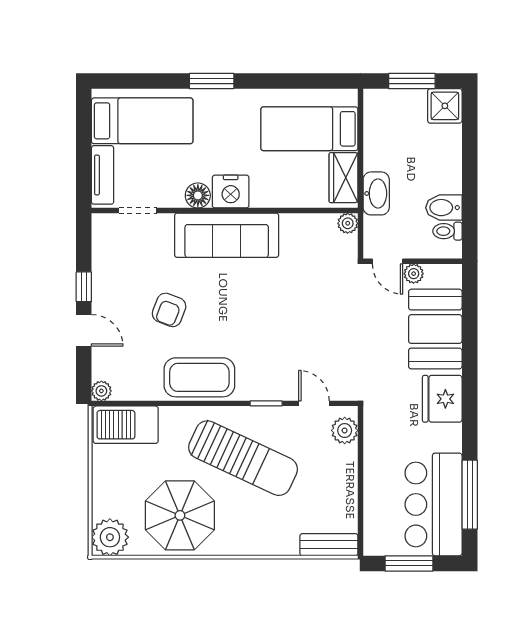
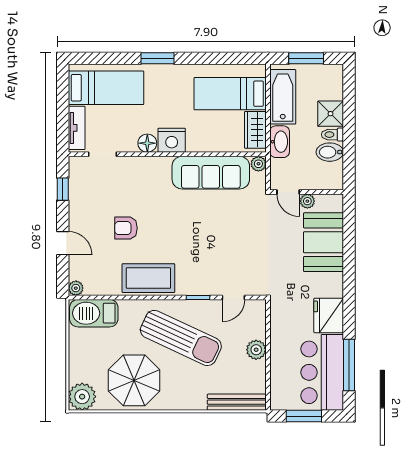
shower: (445, 106) -> (331, 114), moved
bathtub: (380, 133) -> (283, 97), added
toilet: (447, 231) -> (332, 135), moved
sofa: (227, 235) -> (211, 173), moved
window: (84, 287) -> (63, 189), moved
armchair: (169, 310) -> (126, 228), turned 69
fridge: (442, 399) -> (329, 315), moved
door: (314, 403) -> (233, 297), swing flipped
plant: (345, 430) -> (256, 350), moved
bench: (329, 545) -> (237, 402), width x1.36

